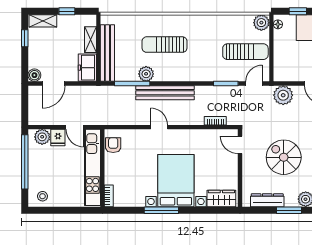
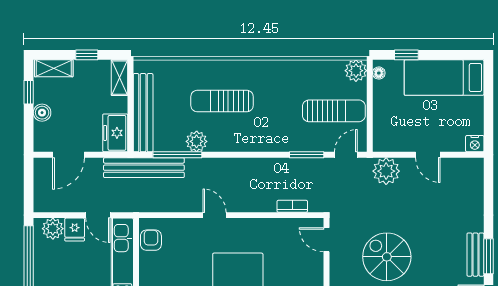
shelving: (90, 40) -> (120, 78), moved
boiler: (34, 75) -> (42, 113), moved
bench: (165, 93) -> (144, 168), moved

